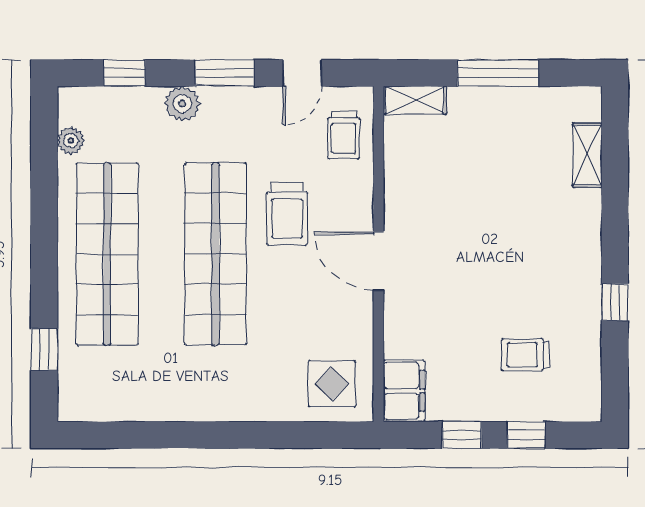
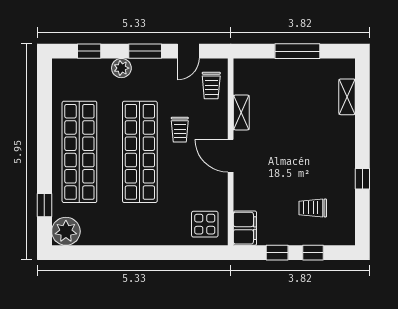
shelving: (415, 100) -> (241, 112), moved, turned 90
plant: (71, 141) -> (66, 231), moved, width x1.87, depth x1.87
trolley: (287, 214) -> (180, 130), width x0.73, depth x0.72

